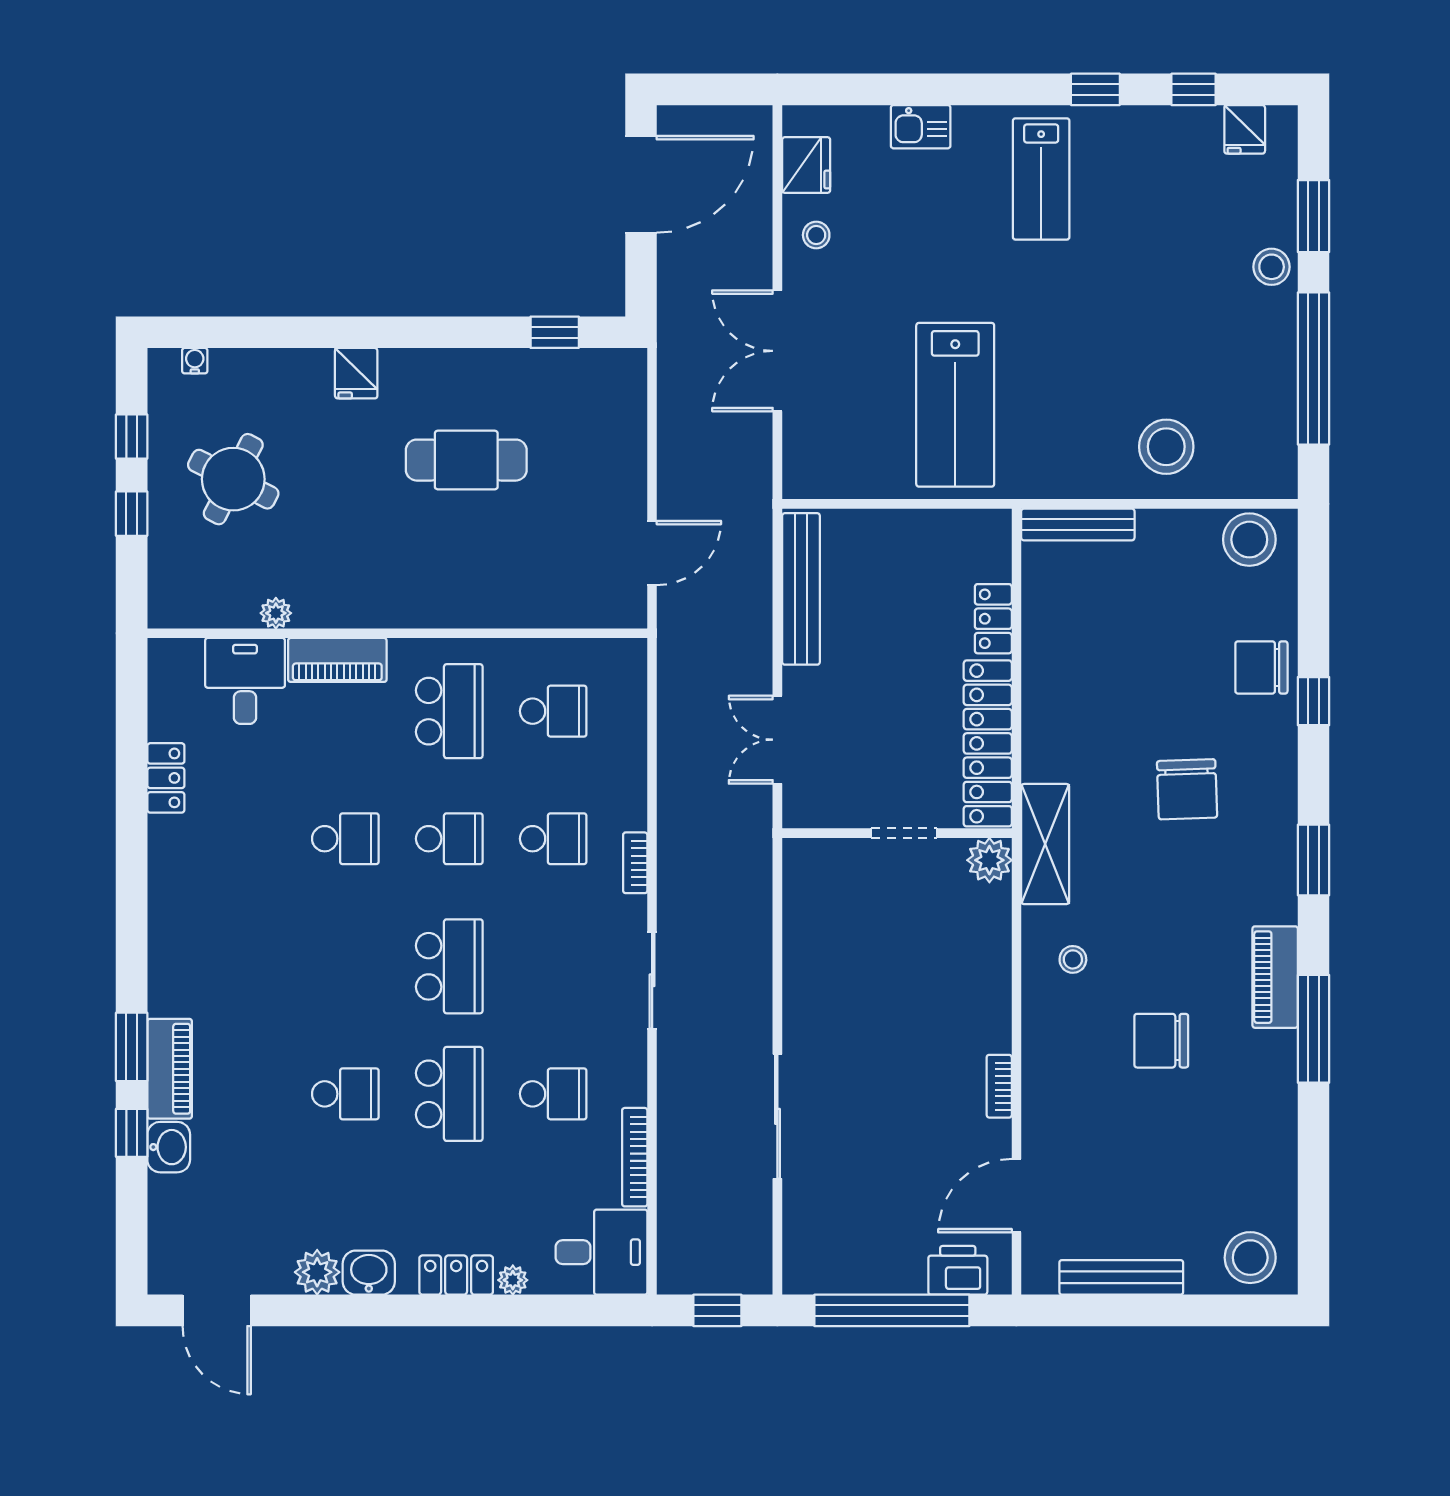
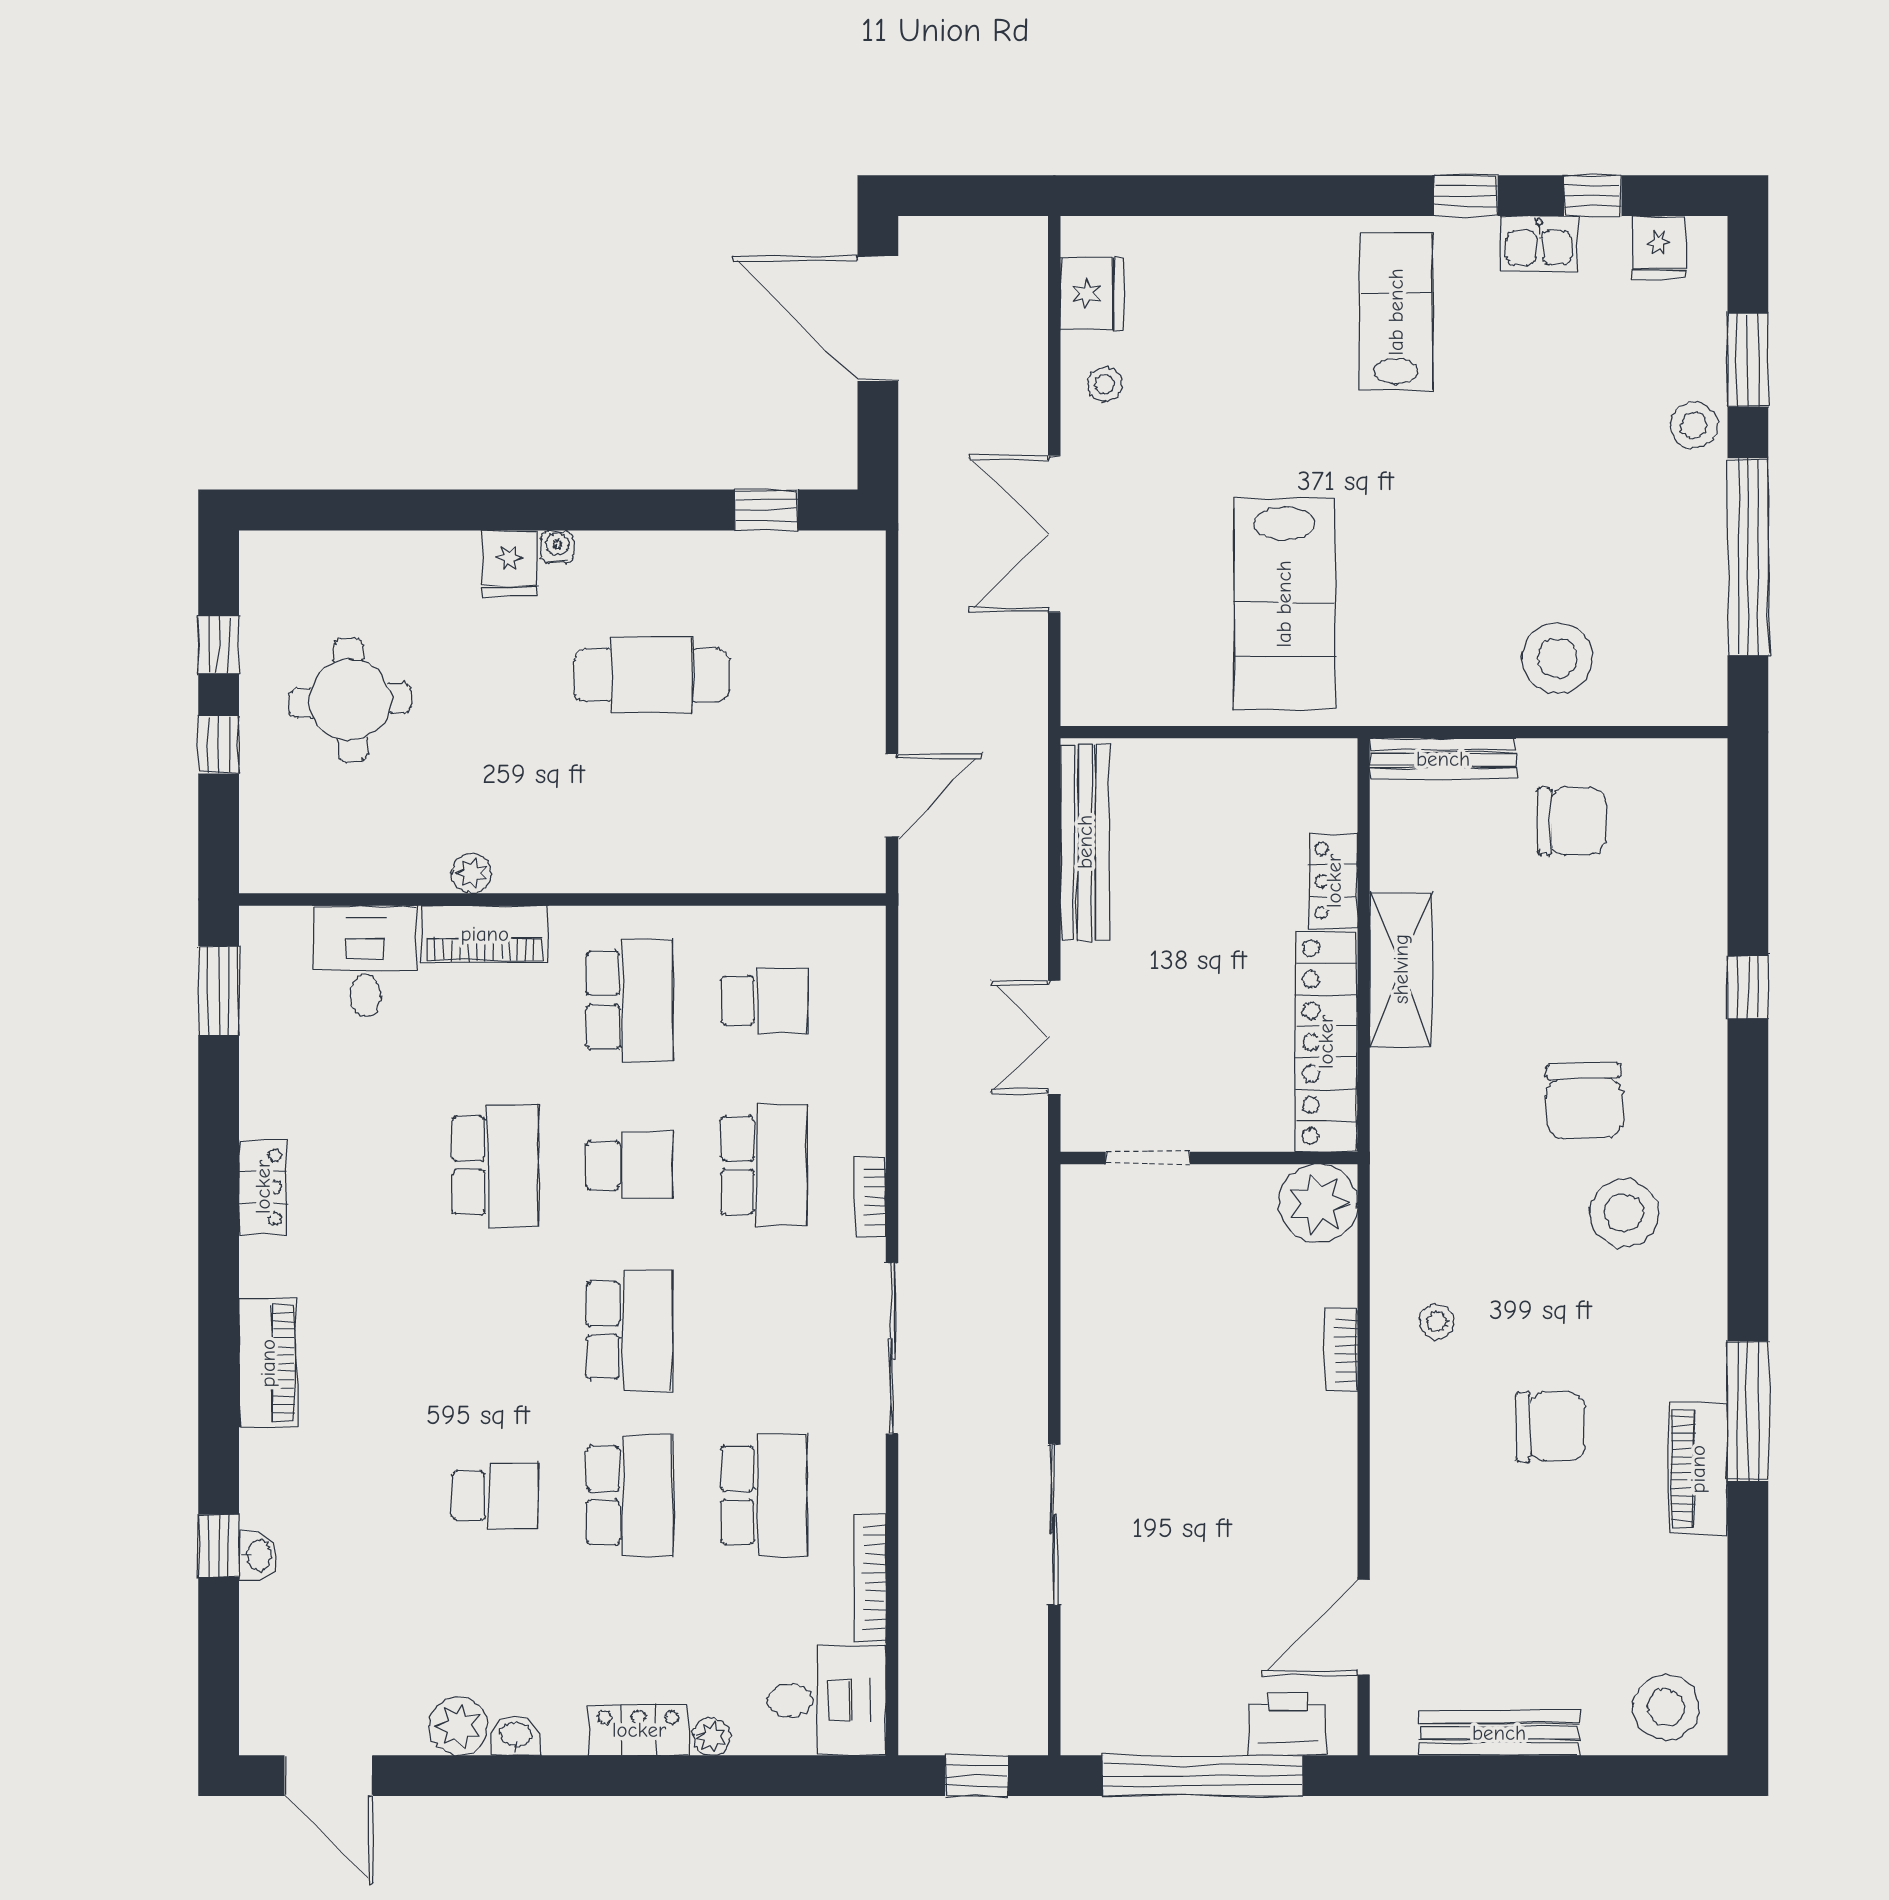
kitchen sink: (921, 127) -> (1539, 244), moved
lab bench: (1041, 179) -> (1396, 312), turned 180
door: (641, 184) -> (878, 319), swing flipped
water cooler: (195, 361) -> (557, 547), moved
round table: (233, 479) -> (350, 700), turned -30
stool: (1249, 540) -> (1624, 1213), moved
plant: (276, 613) -> (472, 873), moved
chair: (1261, 667) -> (1572, 821), moved, turned 180
locker: (166, 778) -> (263, 1187), moved
doorway: (904, 833) -> (1148, 1158), moved
school desk: (345, 839) -> (495, 1165), width x1.85
school desk: (553, 839) -> (764, 1165), width x1.85
shelving: (1045, 844) -> (1401, 969), moved
plant: (989, 860) -> (1318, 1204), width x1.36, depth x1.36
window: (1313, 860) -> (1748, 1193), removed
piano: (1275, 977) -> (1698, 1469), moved
sliding door: (652, 980) -> (892, 1348), width x1.37
chair: (1161, 1041) -> (1551, 1427), turned 180
window: (132, 1047) -> (219, 991), moved
piano: (170, 1069) -> (268, 1363), moved
bookcase: (999, 1086) -> (1341, 1350), moved
school desk: (553, 1094) -> (764, 1496), width x1.85
washbasin: (169, 1147) -> (258, 1555), width x0.72, depth x0.69
washbasin: (369, 1273) -> (516, 1736), width x0.72, depth x0.69

